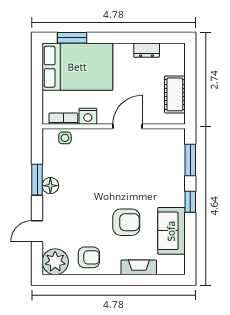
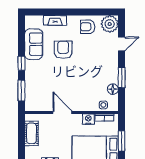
window: (37, 83) -> (122, 141), added
door: (127, 126) -> (62, 112), swing flipped
floor lamp: (50, 186) -> (113, 89), moved
armchair: (126, 222) -> (63, 50), turned 90

